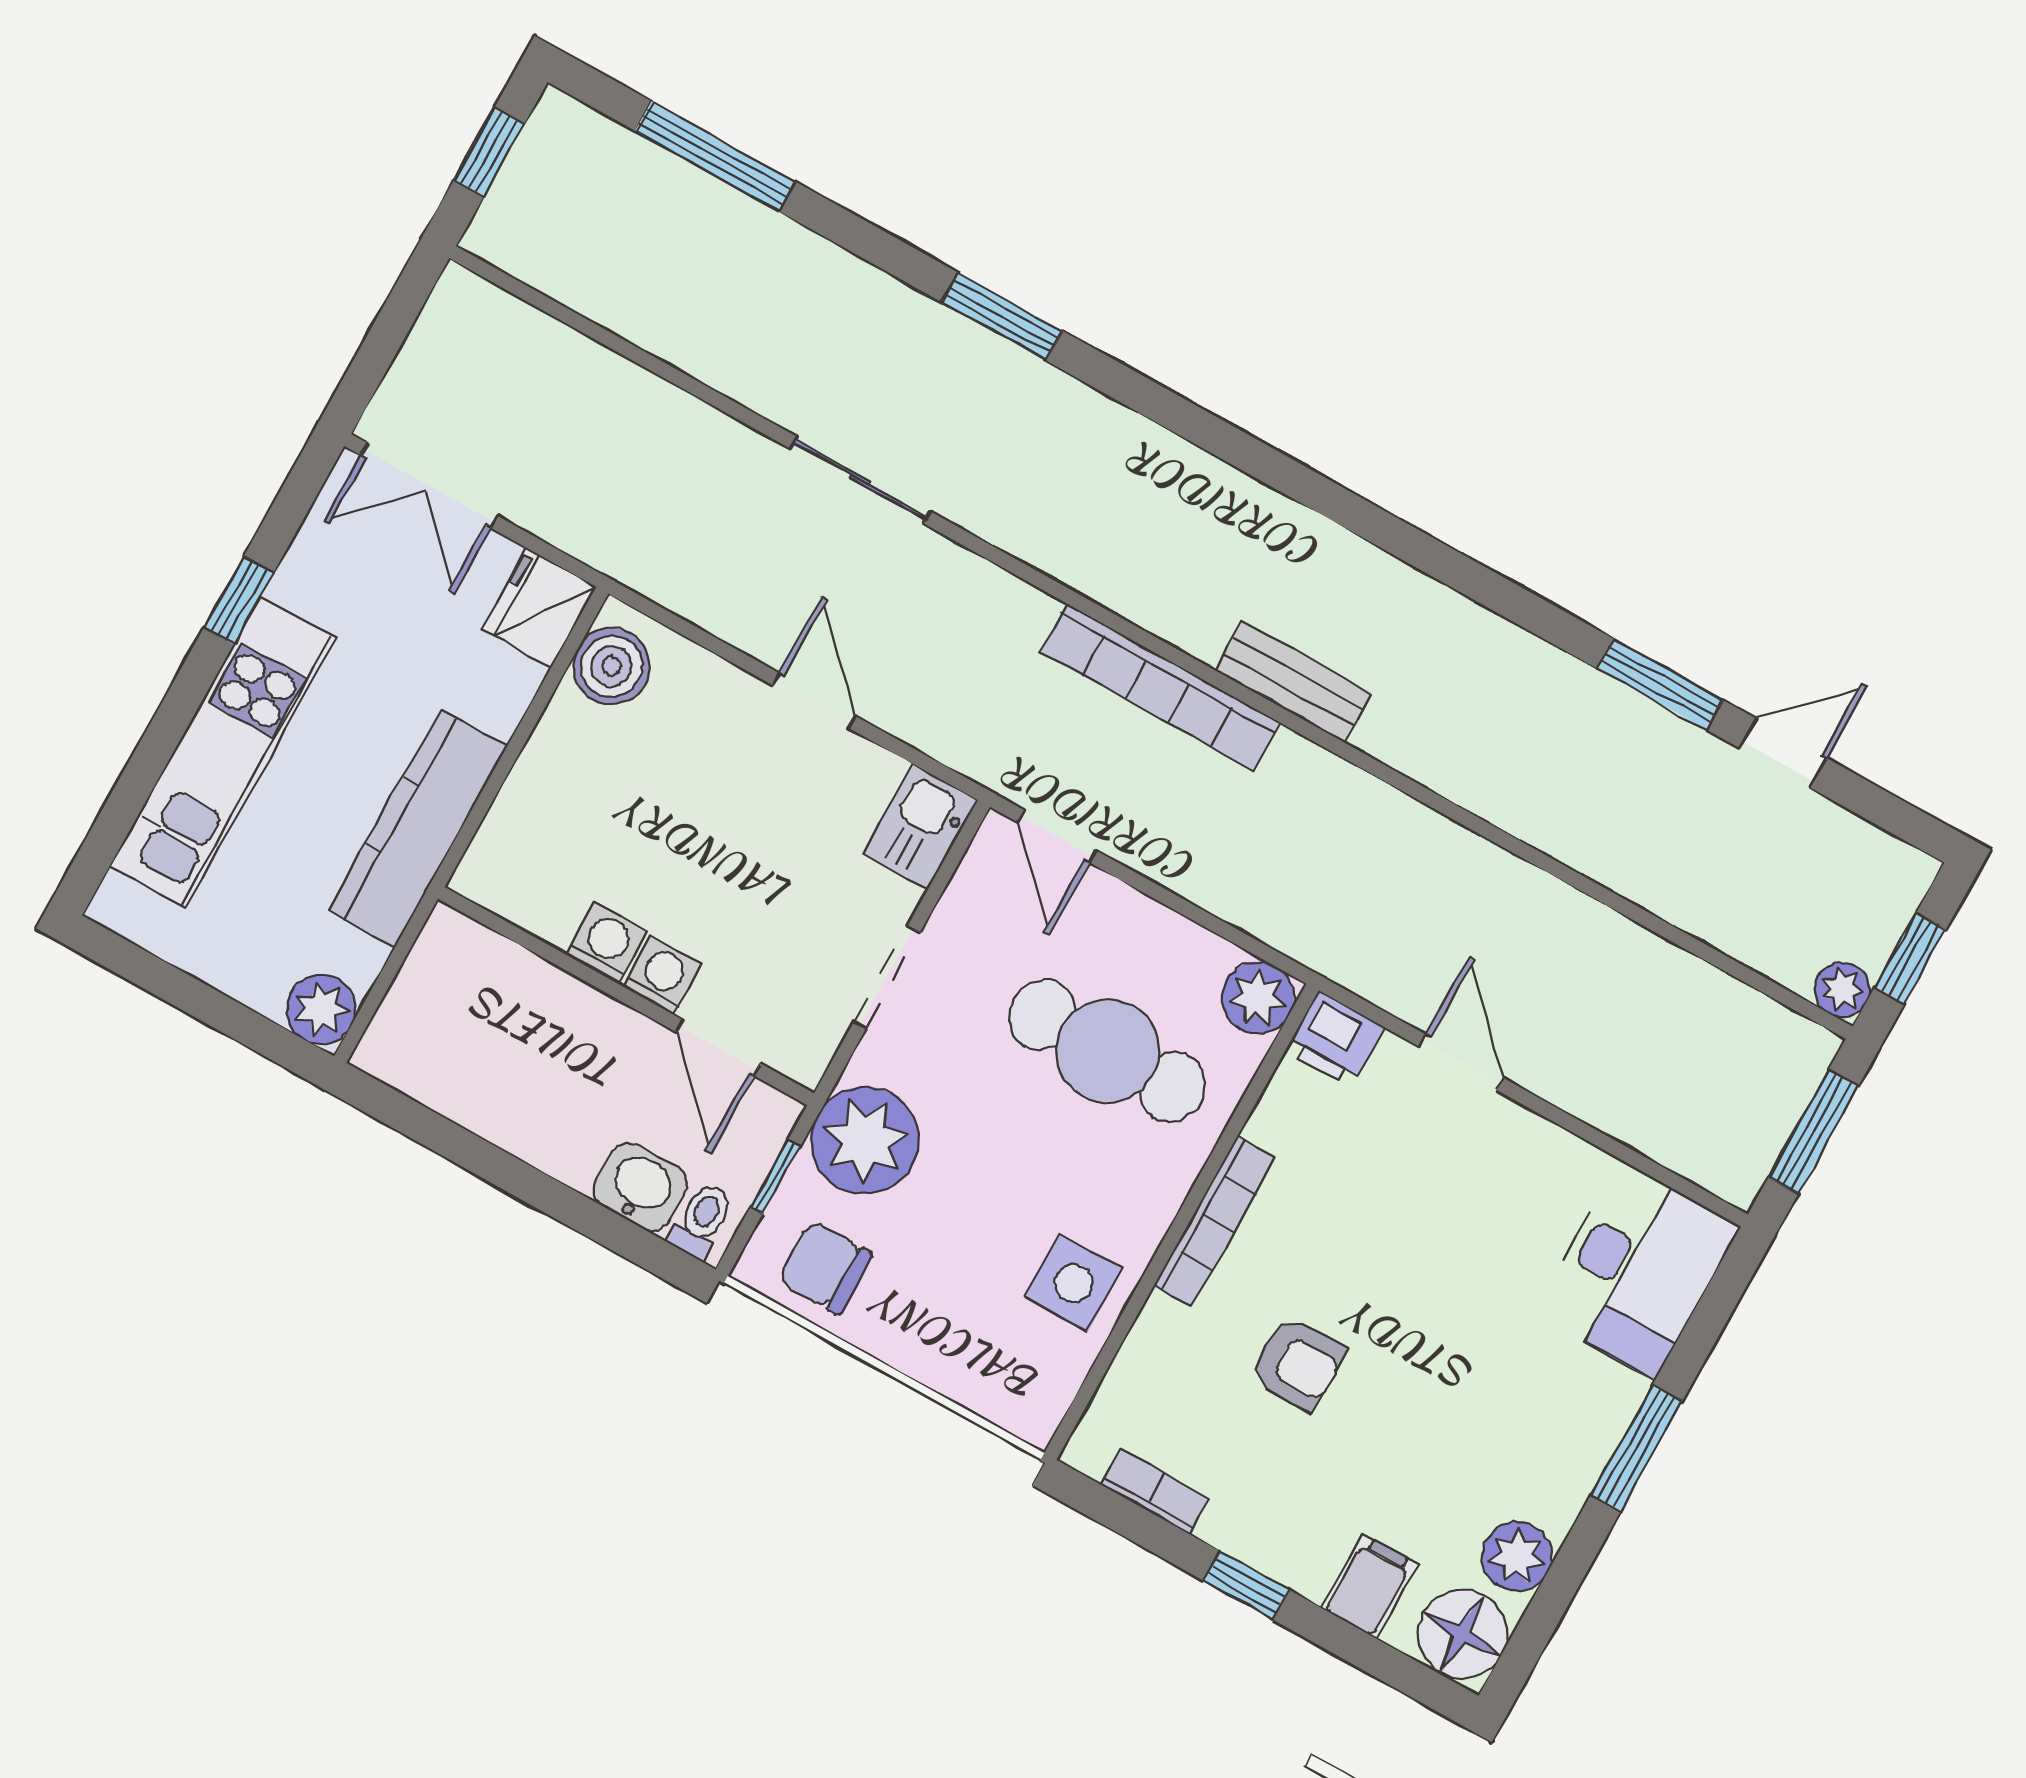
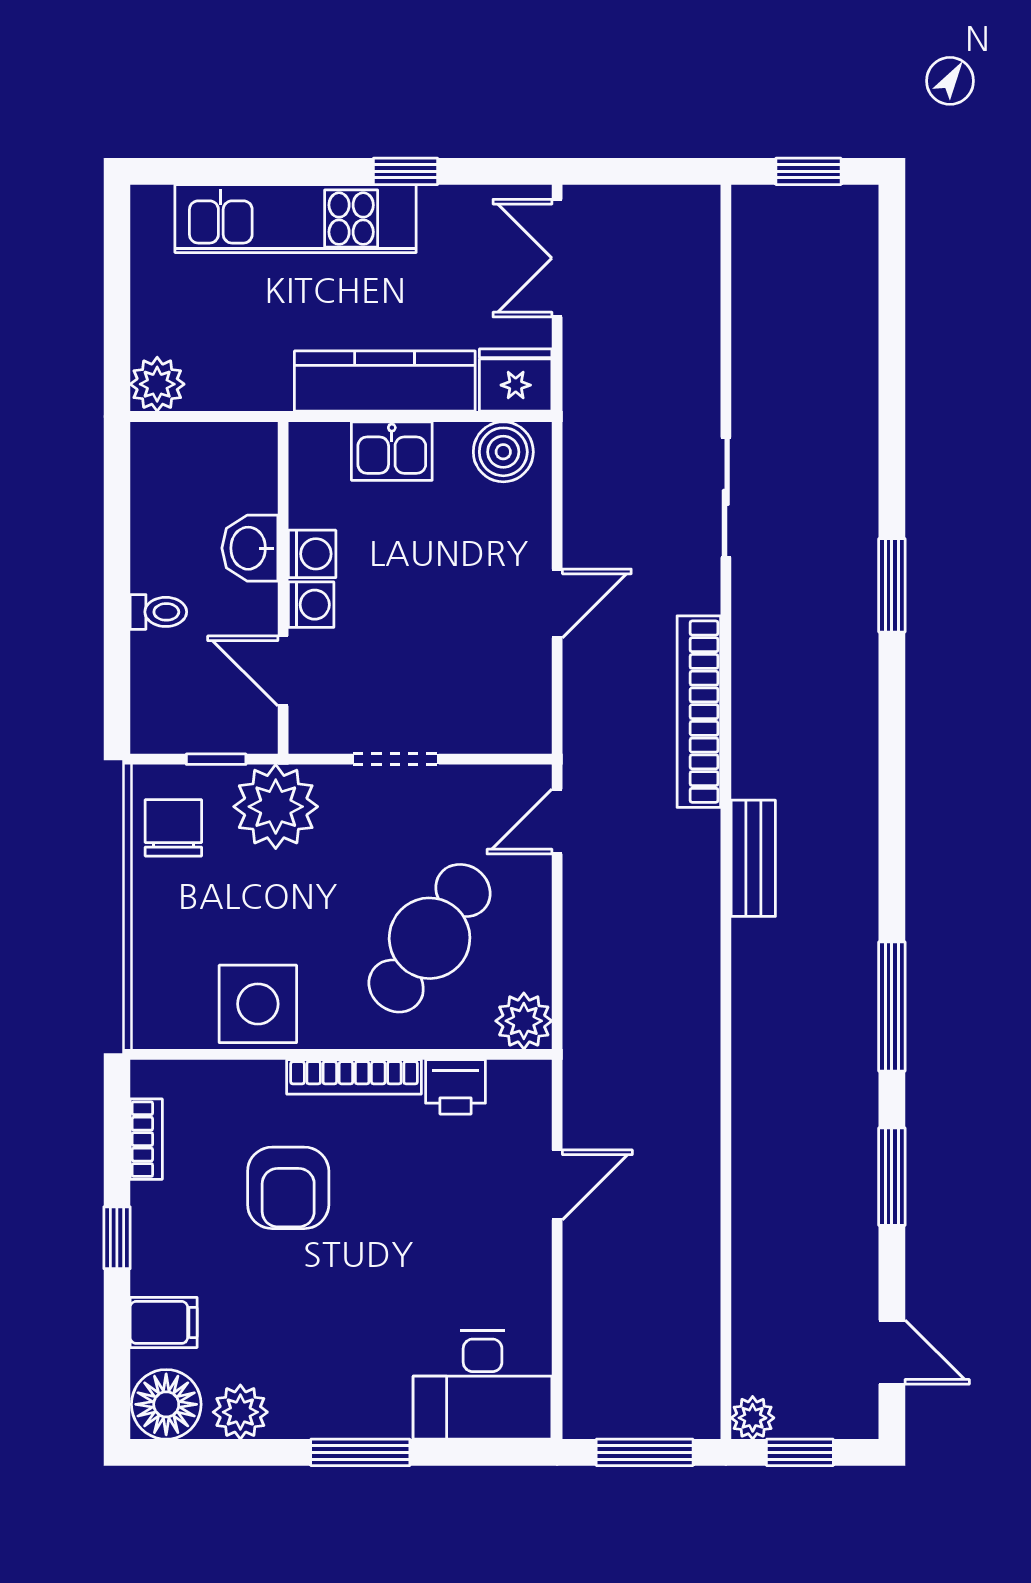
window: (715, 156) -> (892, 1007), moved
sliding door: (860, 480) -> (726, 497), moved
bench: (1293, 682) -> (753, 858), moved
bookcase: (1160, 687) -> (699, 712), moved
door: (1783, 753) -> (892, 1352), moved
kitchen sink: (920, 827) -> (392, 451), moved, turned 180
kitchen counter: (417, 829) -> (385, 381), moved
printer: (1335, 1039) -> (456, 1087), moved, turned -90
door: (718, 1048) -> (283, 671), hinge flipped
cafe table: (1107, 1051) -> (430, 938), turned 35
washbasin: (641, 1187) -> (250, 548), moved, turned 180
toilet: (702, 1220) -> (158, 612), moved
side table: (1074, 1283) -> (258, 1004), width x1.37, depth x1.37
armchair: (1297, 1364) -> (288, 1188), width x1.38, depth x1.38

